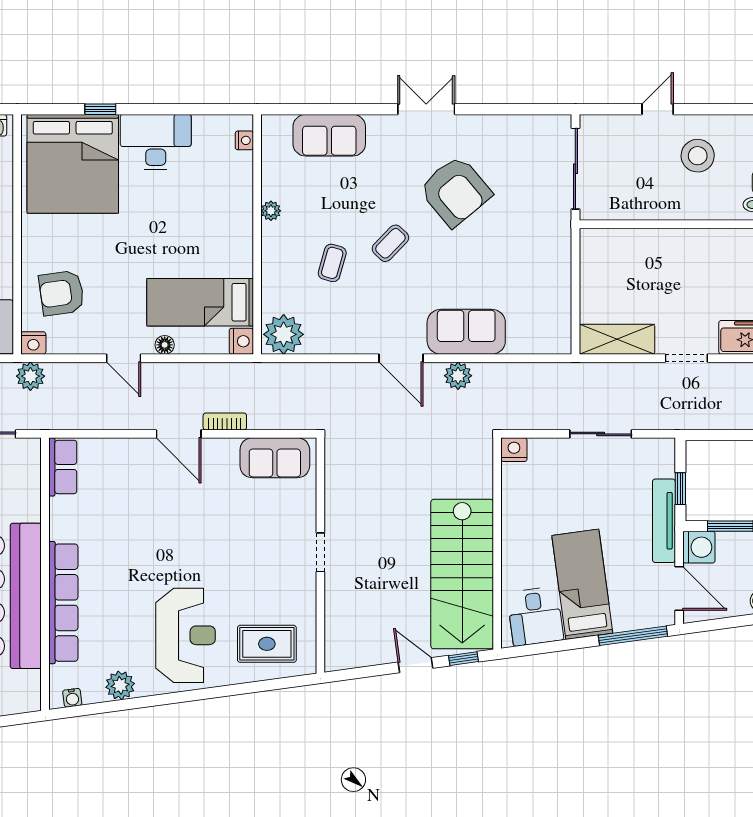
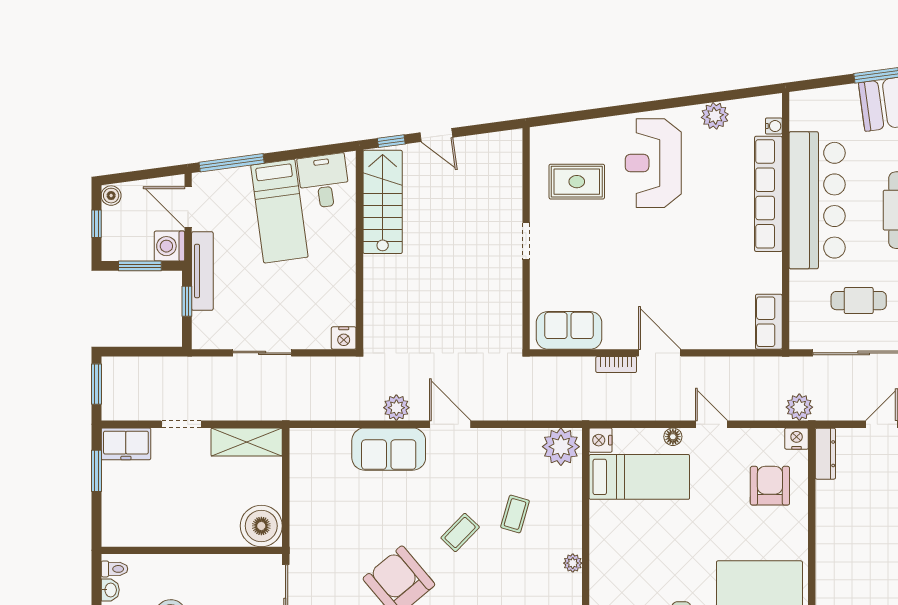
boiler: (601, 250) -> (261, 526), added
armchair: (62, 293) -> (770, 486), turned -82
stairs: (462, 574) -> (383, 202), width x0.73, depth x0.66
rug: (267, 644) -> (577, 182), moved
water cooler: (72, 698) -> (774, 126), moved, turned 98

